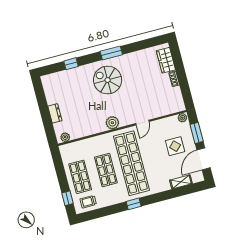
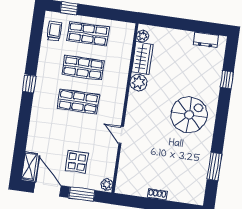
window: (111, 53) -> (214, 167), moved
wardrobe: (166, 60) -> (142, 58), moved, turned 90
dresser: (55, 113) -> (206, 40), moved
plant: (112, 123) -> (138, 83), moved
shop shelf: (131, 163) -> (78, 102), width x0.50, depth x0.74
shelving: (181, 182) -> (29, 166), moved

